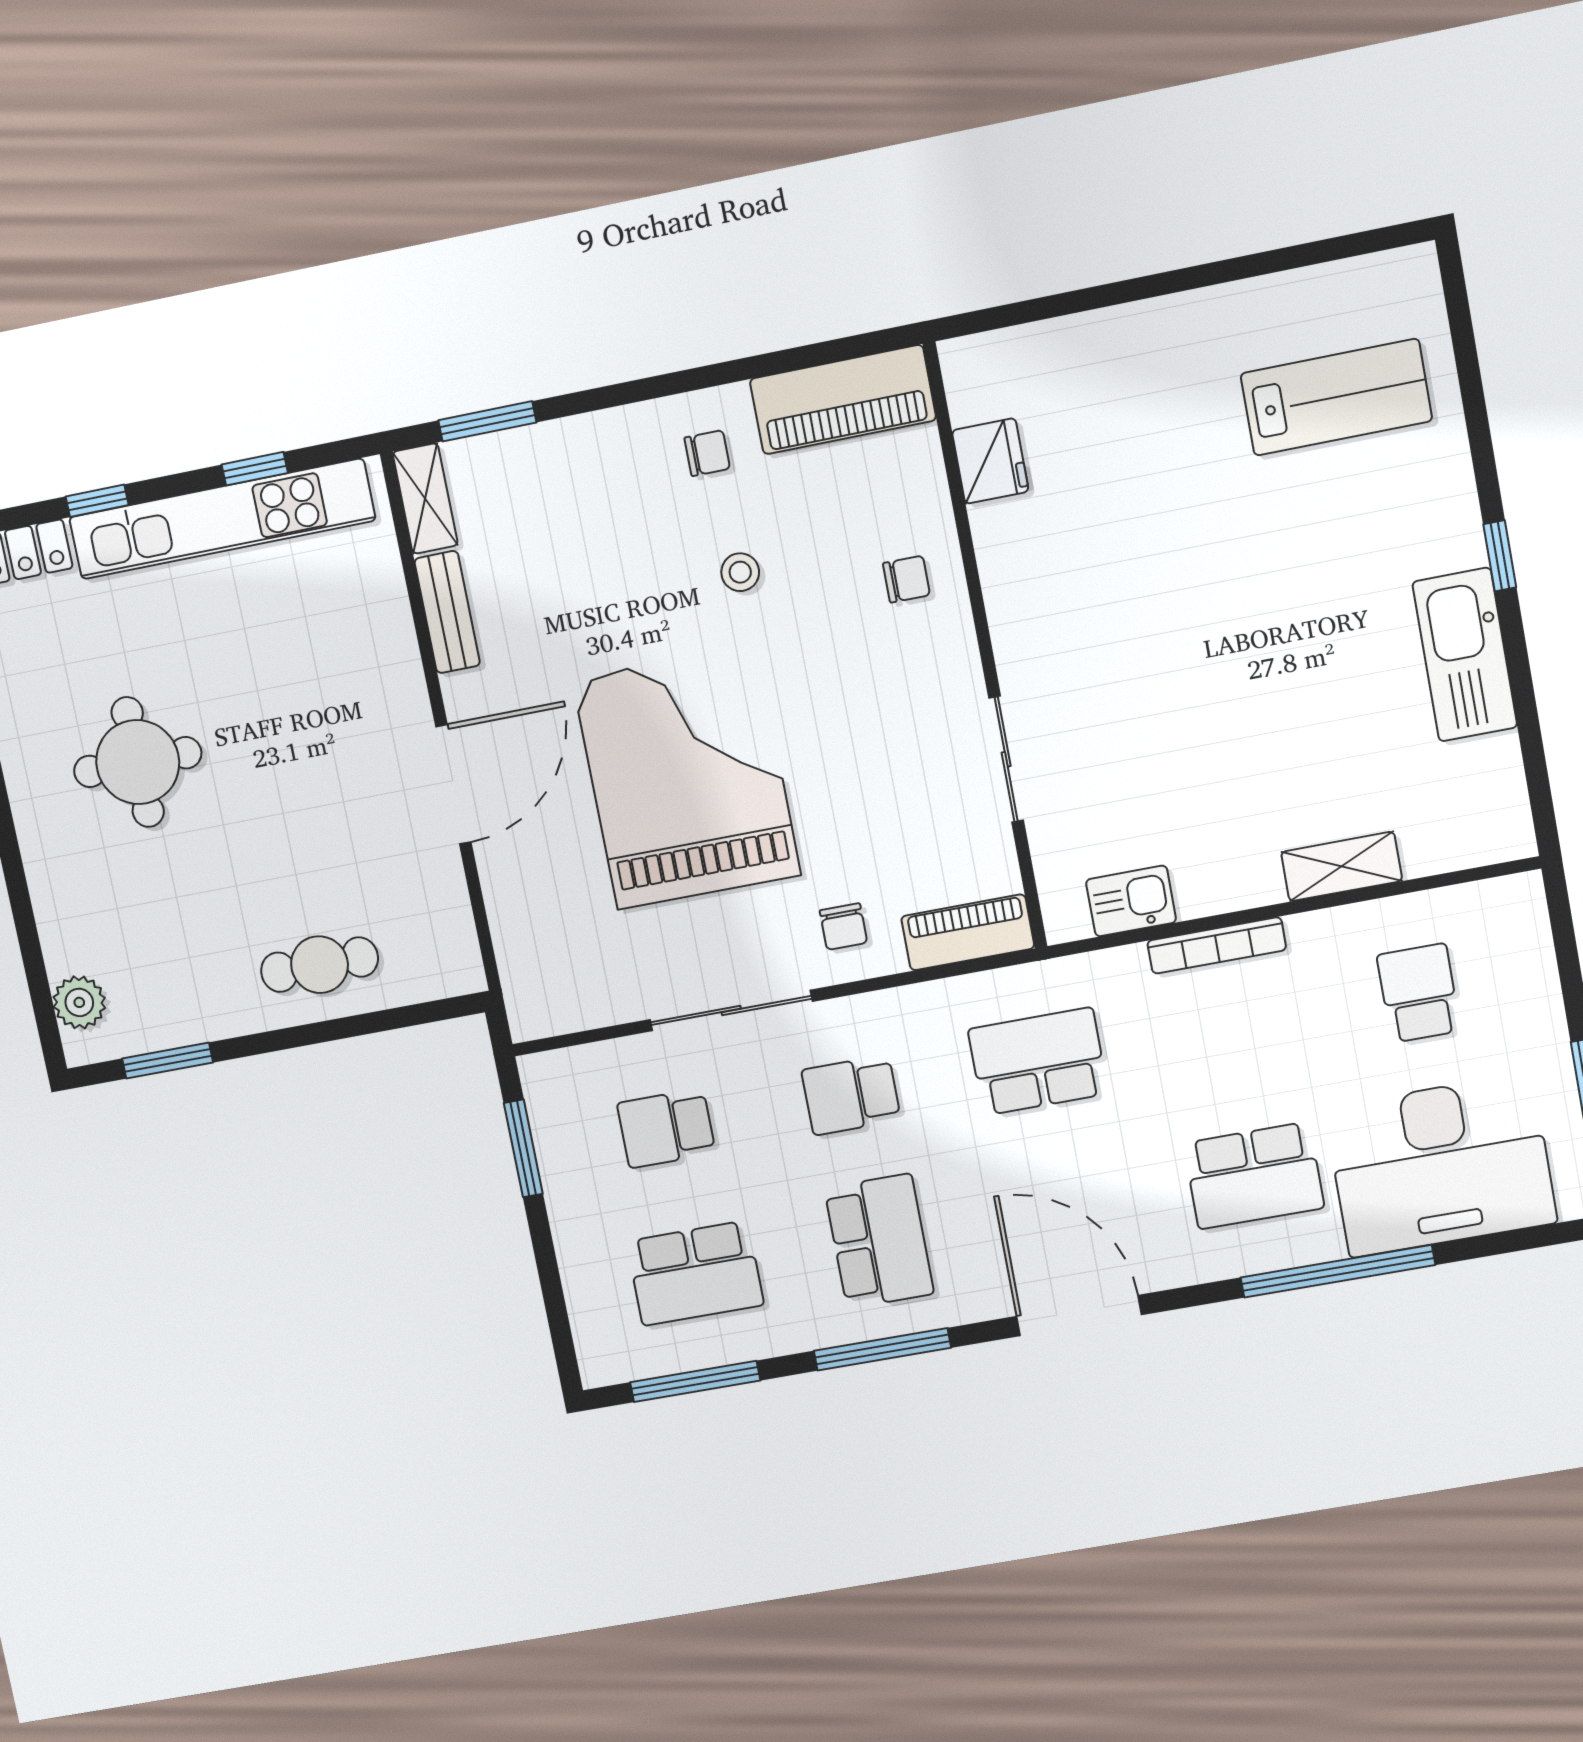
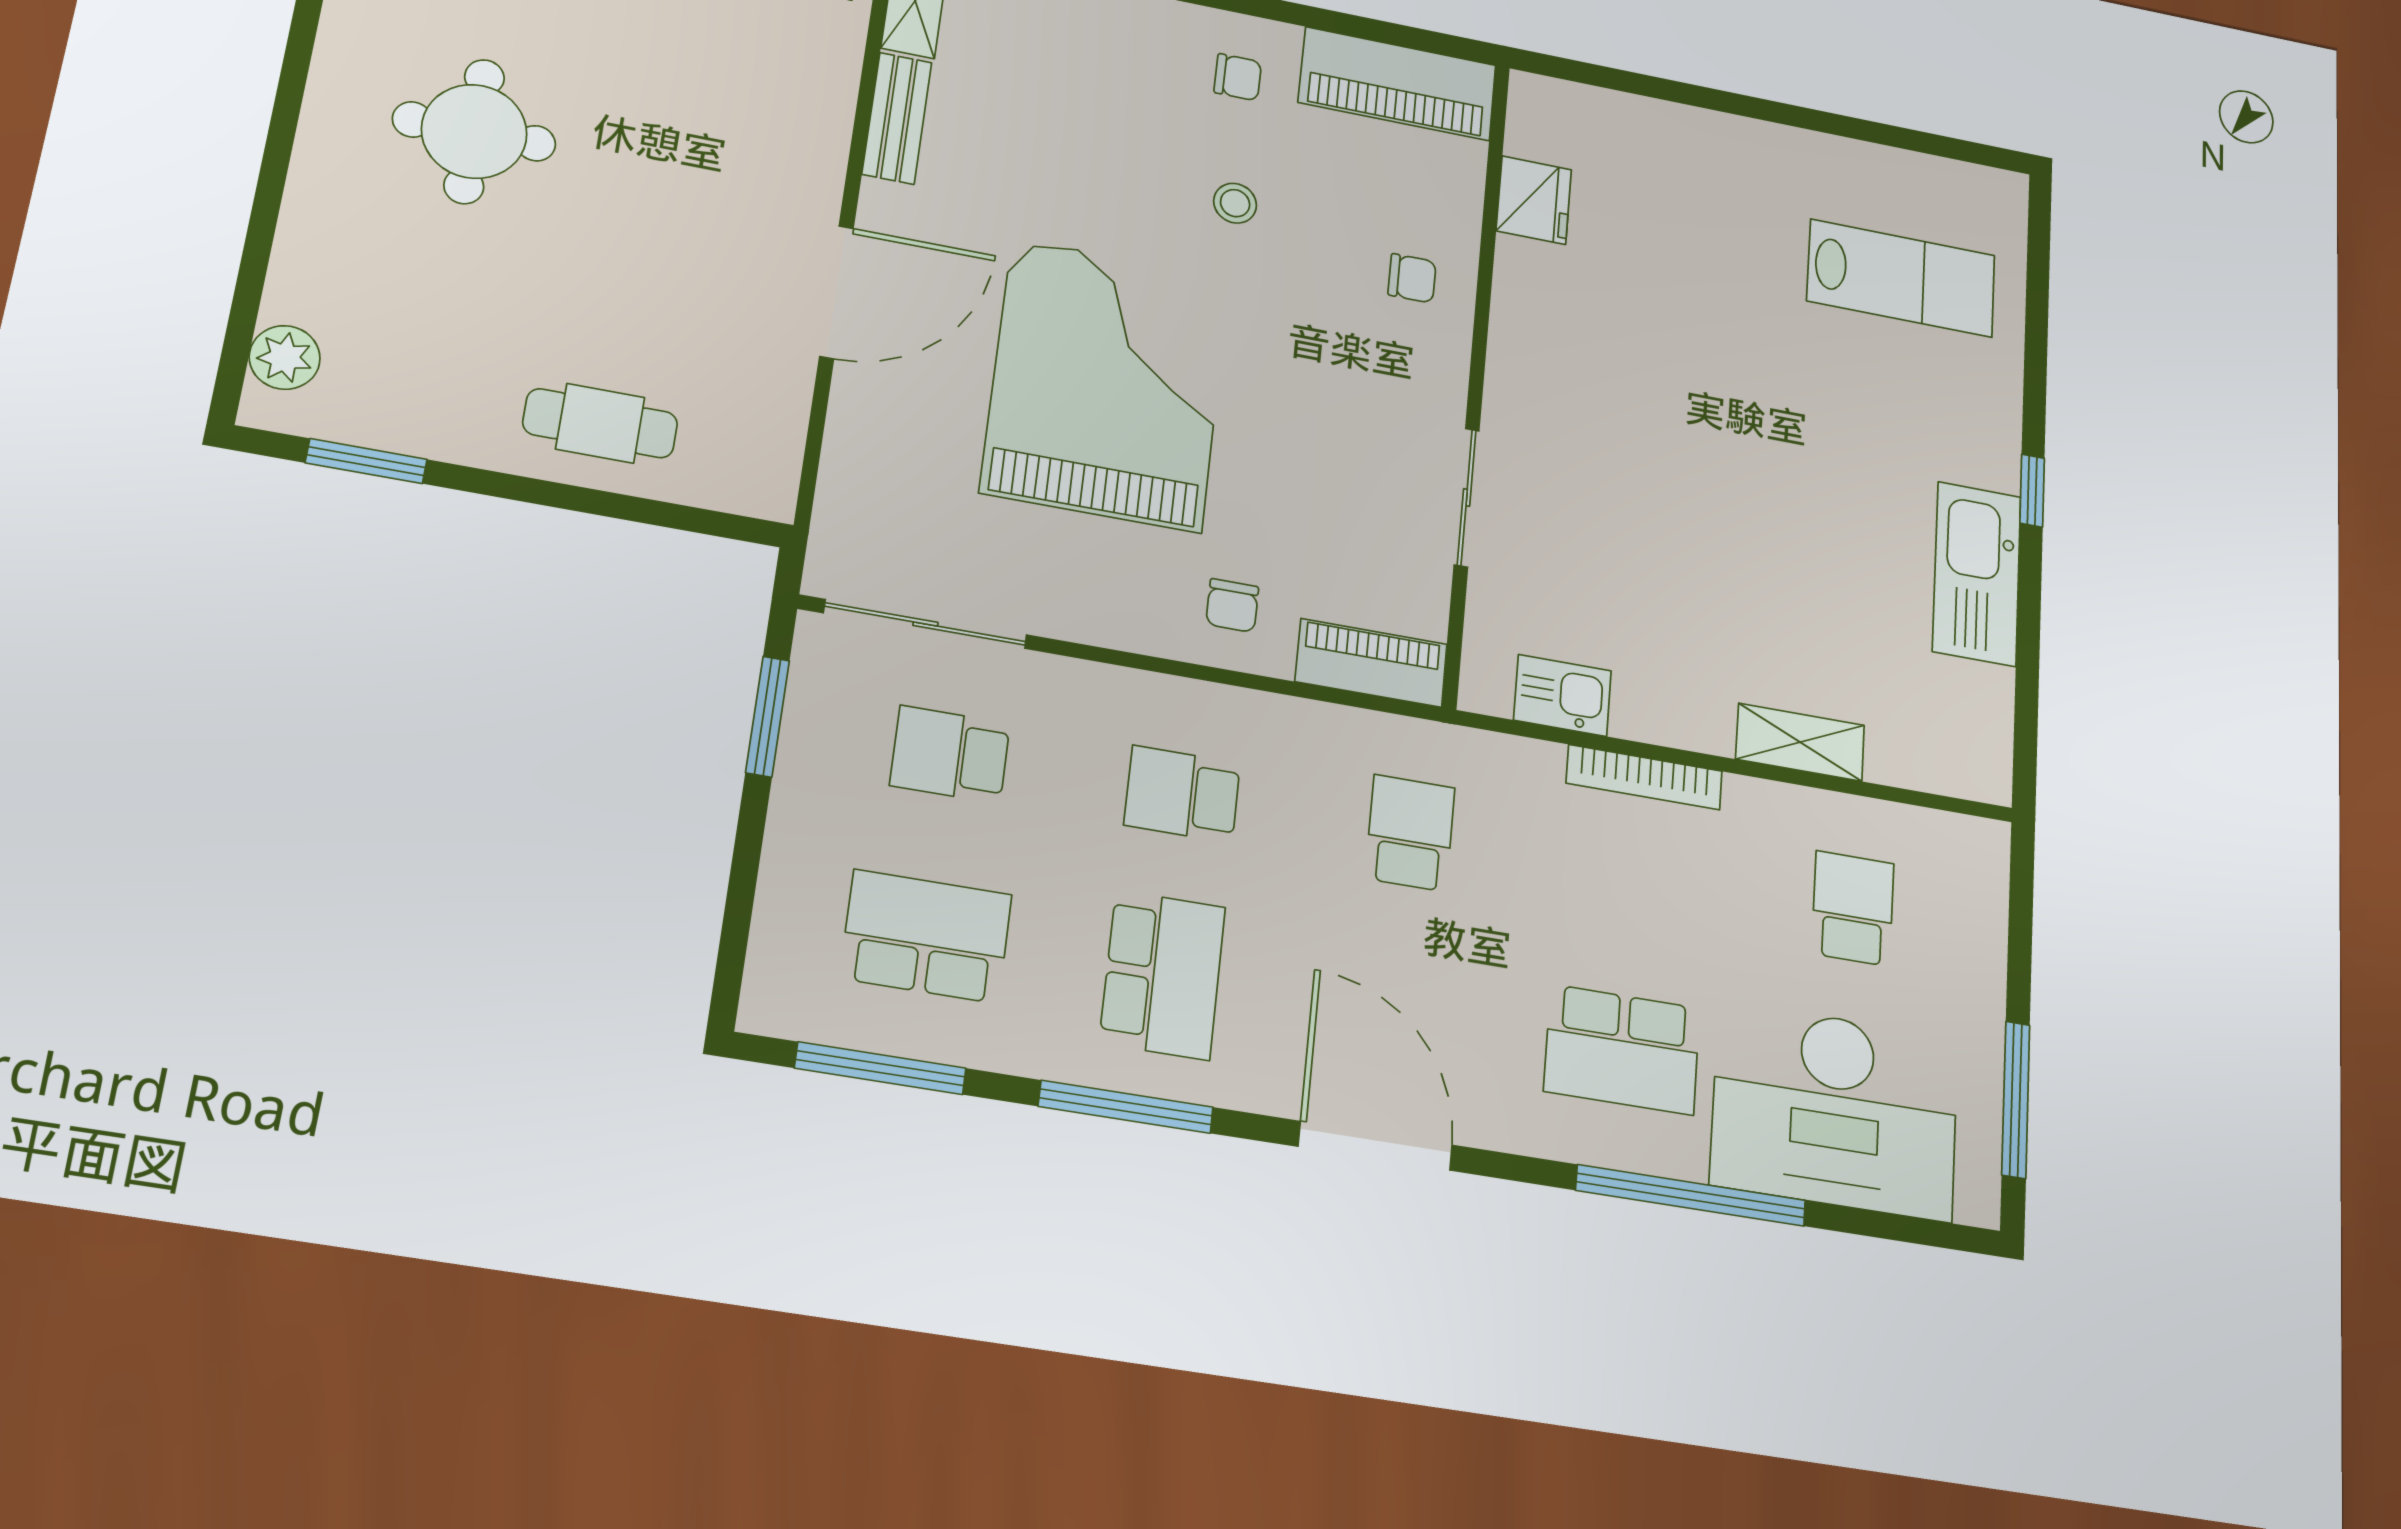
sliding door: (731, 1010) -> (925, 624), moved
school desk: (1038, 1061) -> (1410, 833), width x0.54
school desk: (695, 1273) -> (926, 936), turned 180

